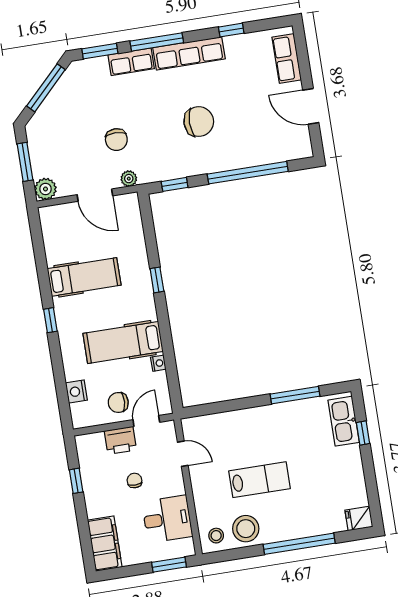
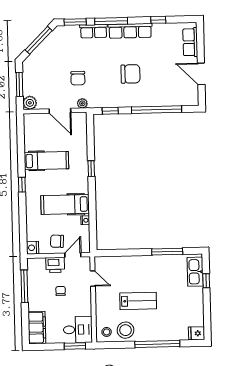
nightstand: (76, 391) -> (32, 248), moved
window: (76, 481) -> (24, 286), width x2.17
desk: (167, 519) -> (78, 330), moved

